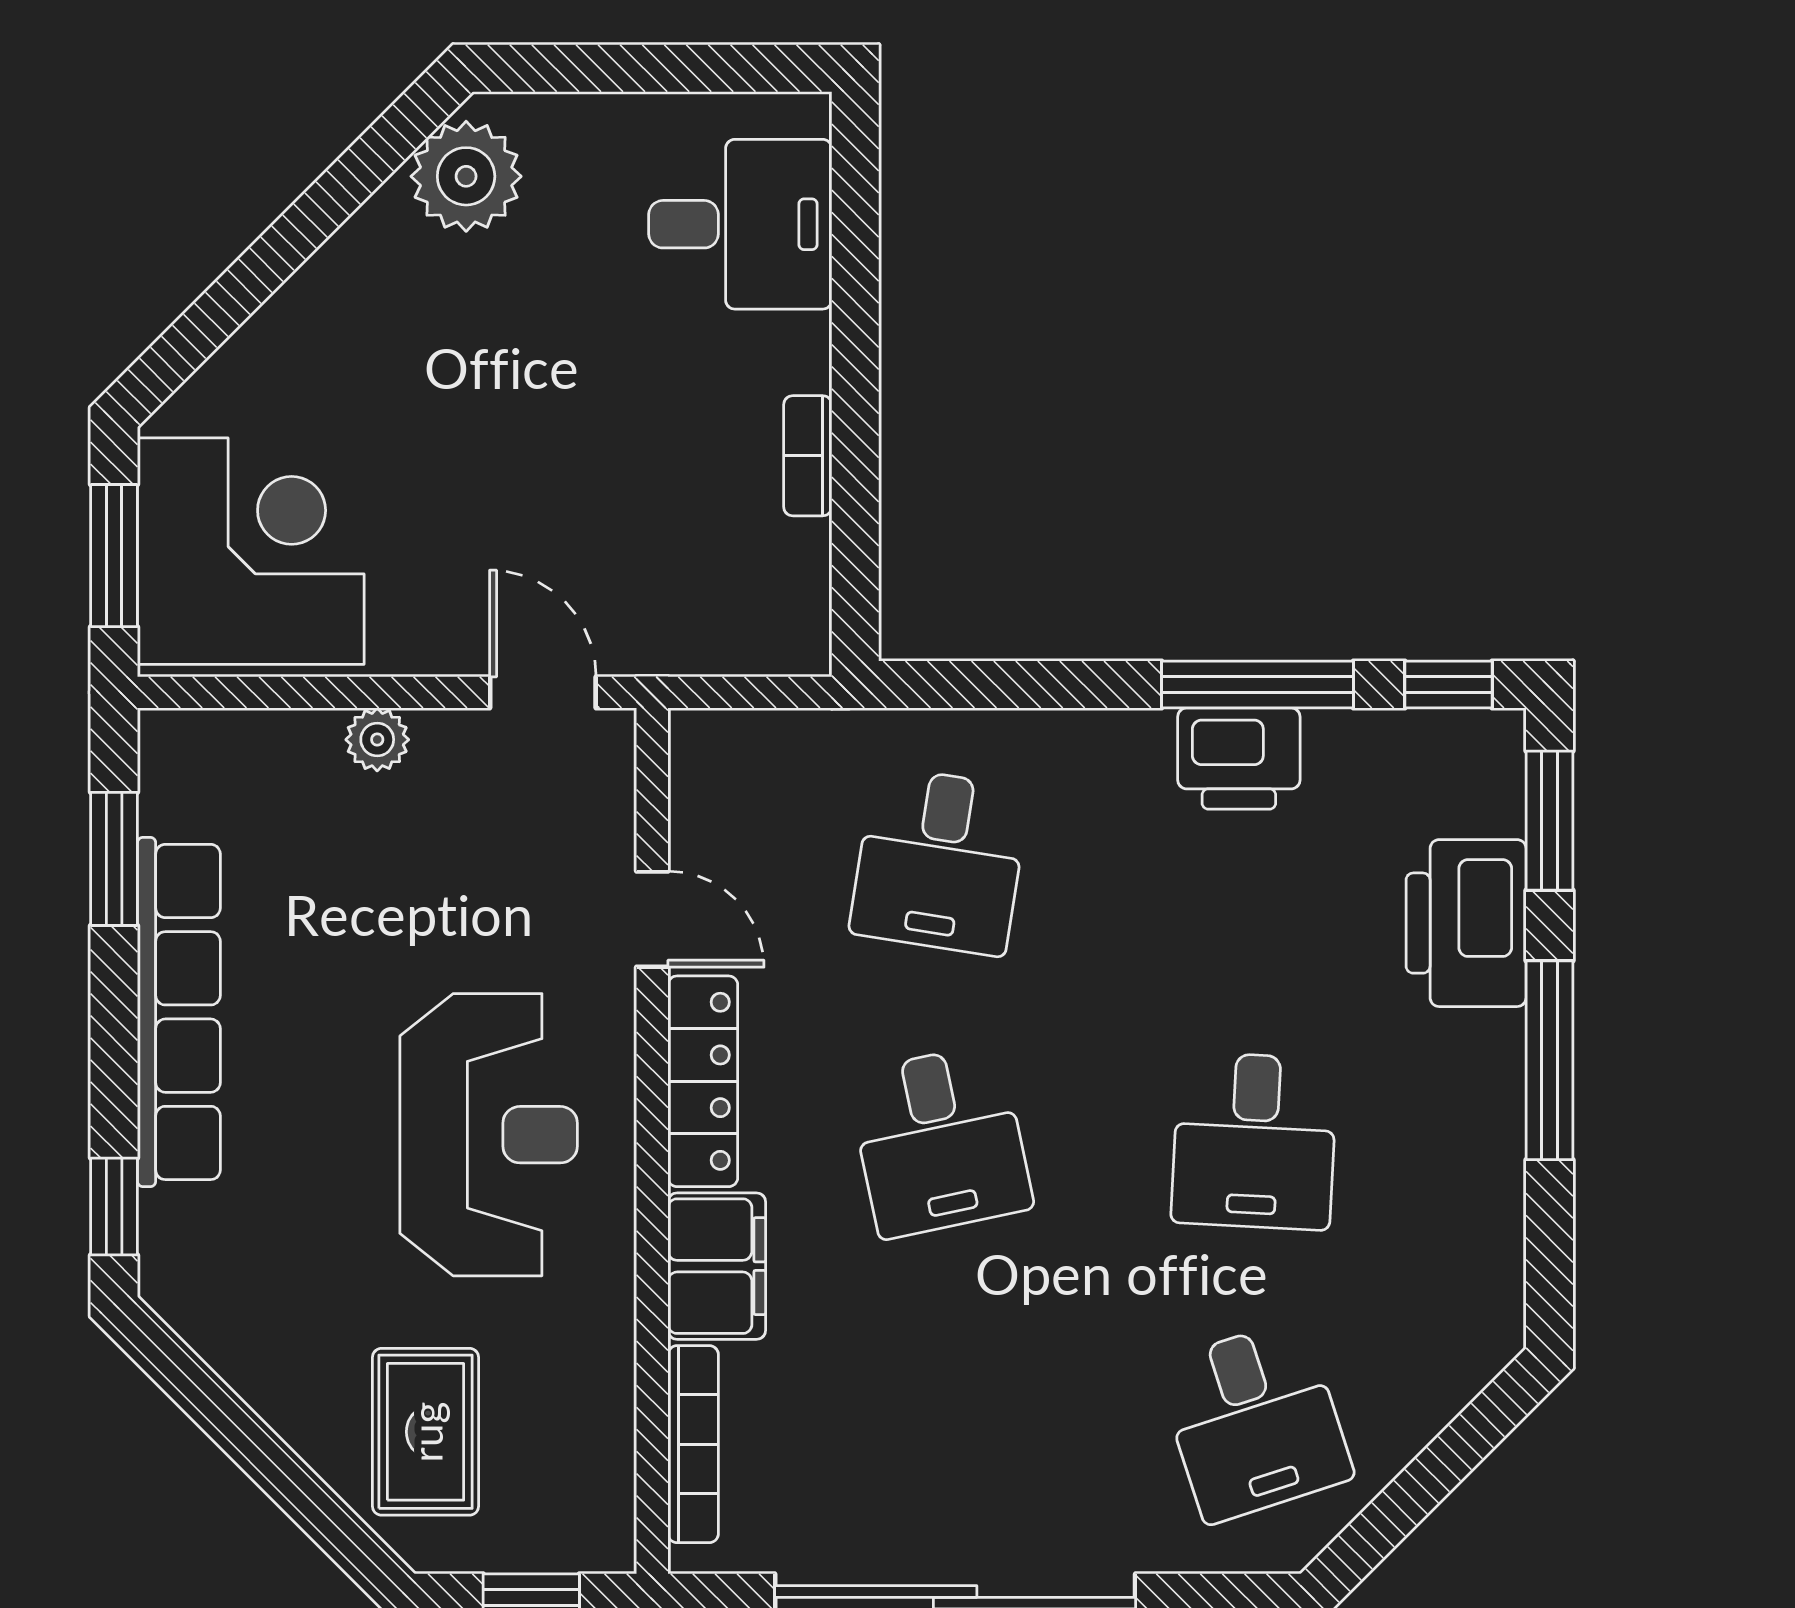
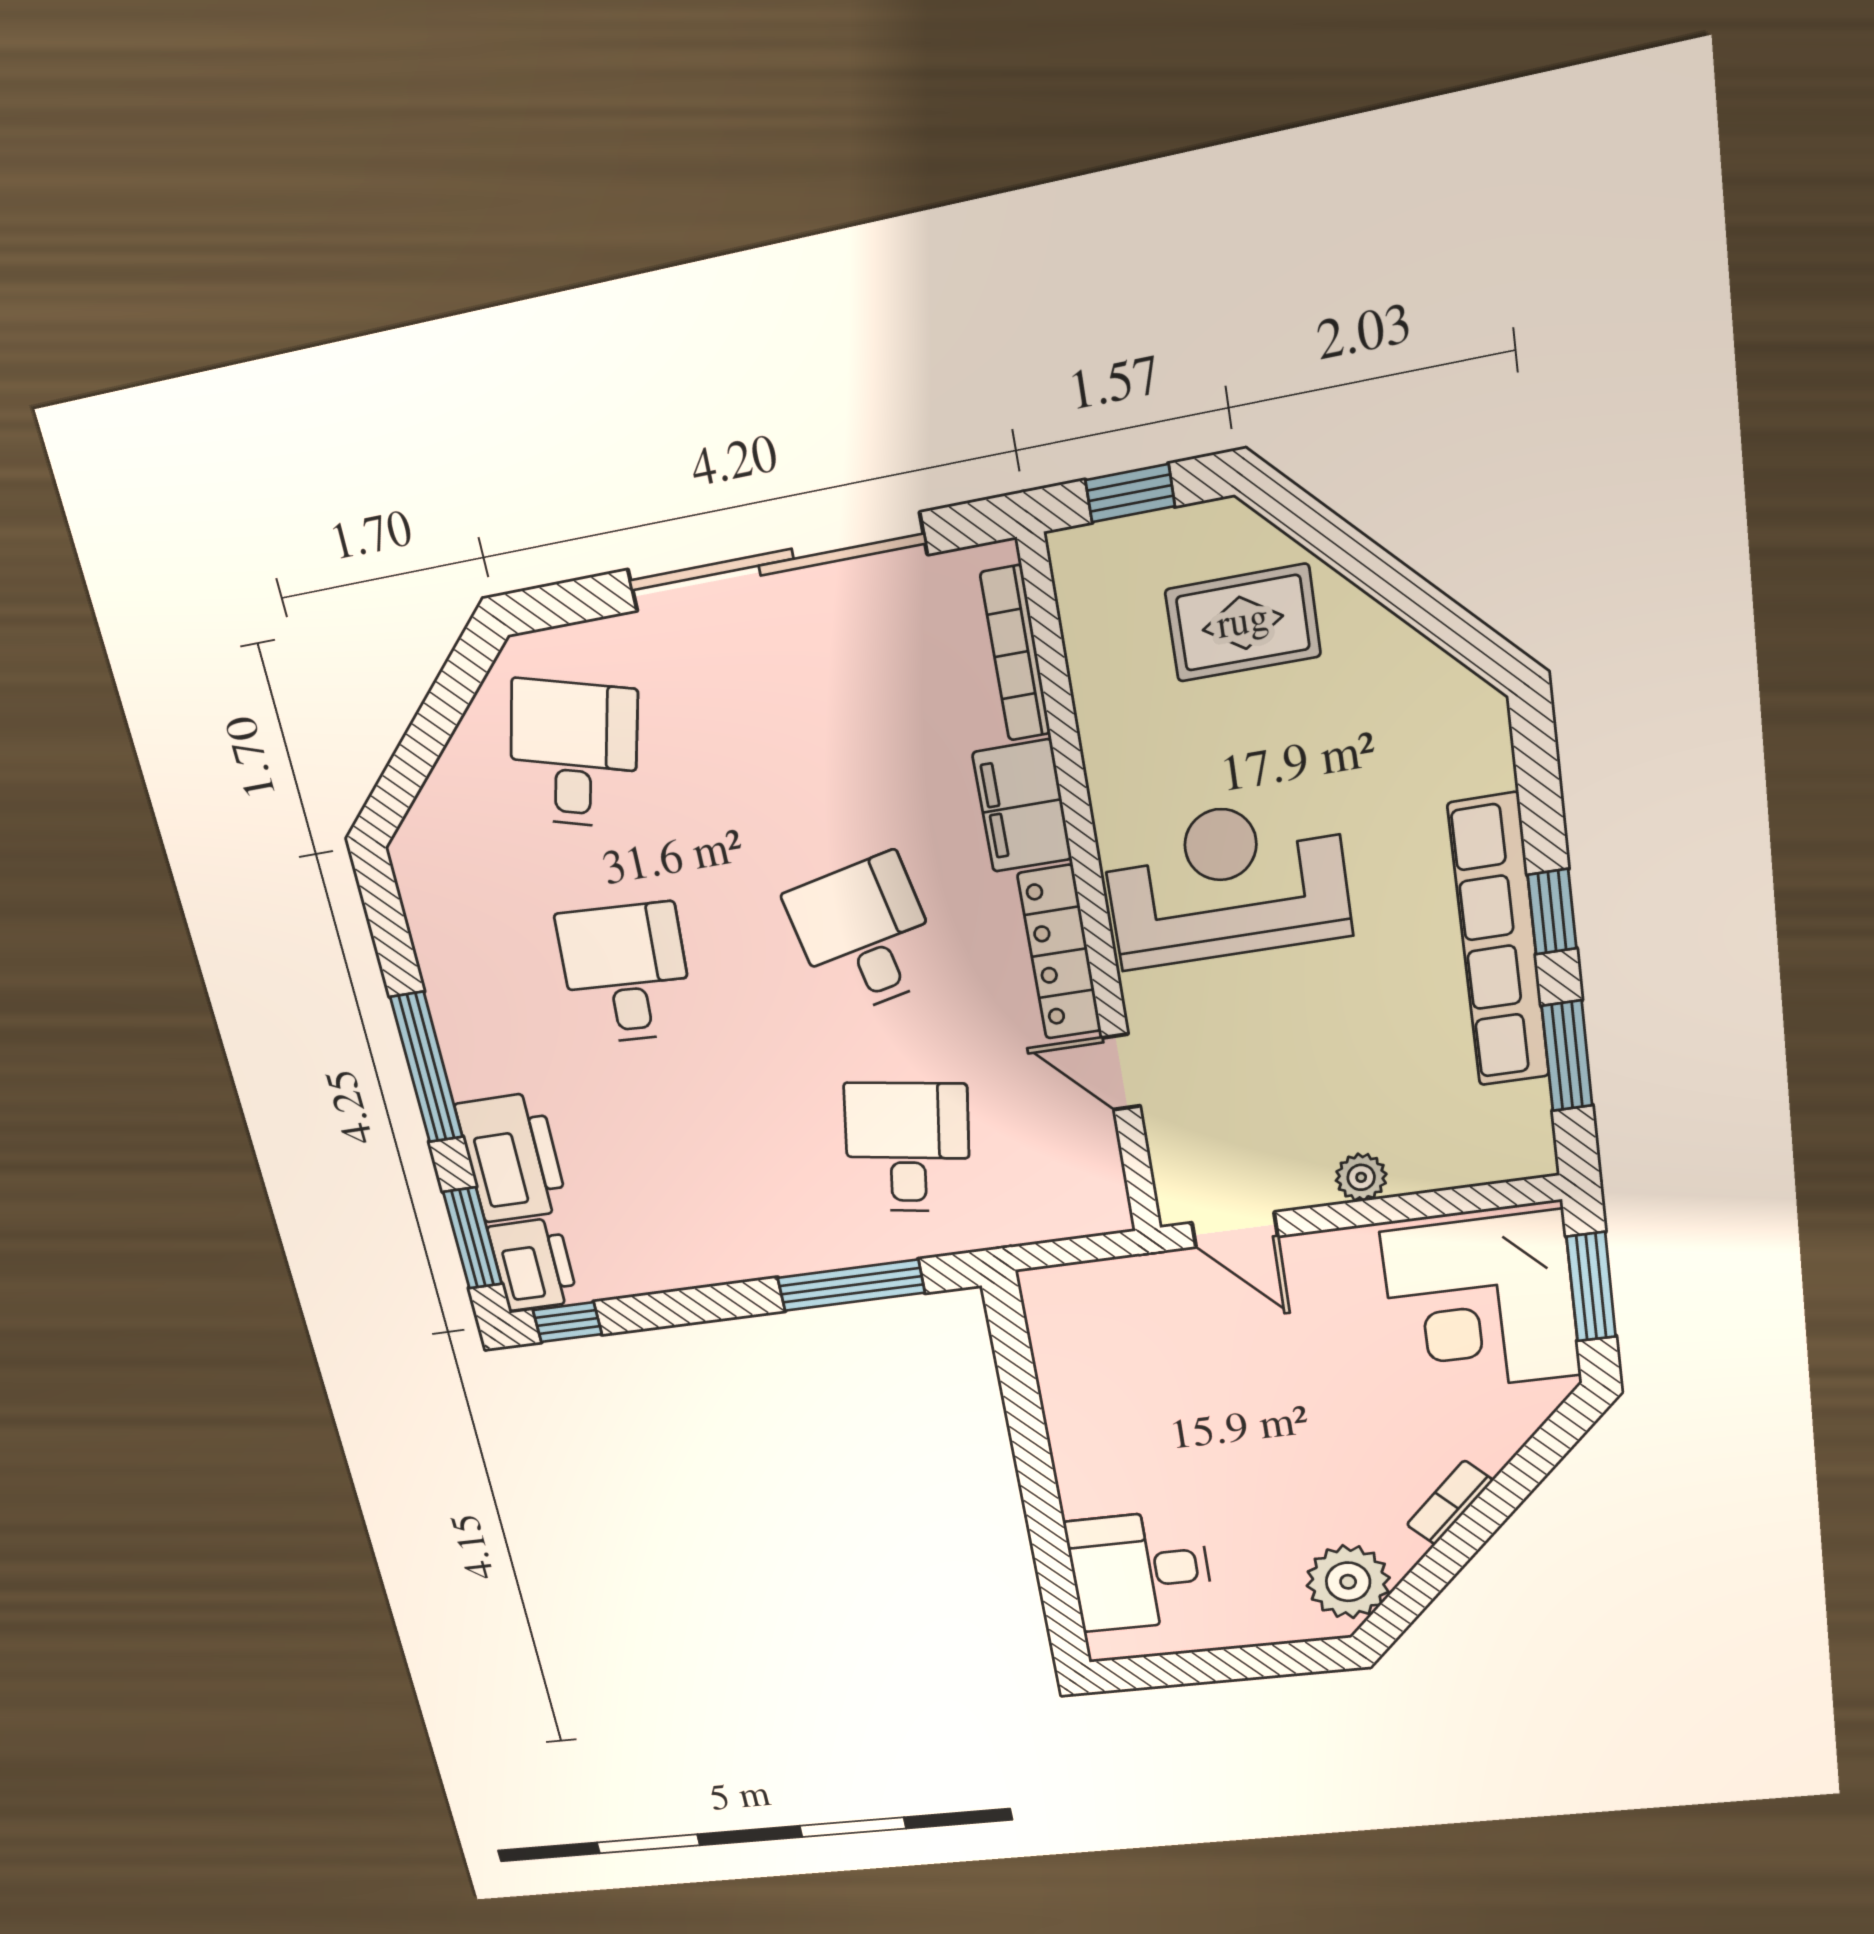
bookcase: (808, 456) -> (1450, 1503), moved, turned -135
window: (1257, 685) -> (851, 1285), moved
printer: (1239, 759) -> (533, 1264), moved, turned 90
reception desk: (489, 1135) -> (1226, 882), turned 90
window: (114, 1207) -> (1552, 912), moved
desk: (1254, 1421) -> (574, 754), turned 33
rug: (426, 1432) -> (1243, 623), turned 90

